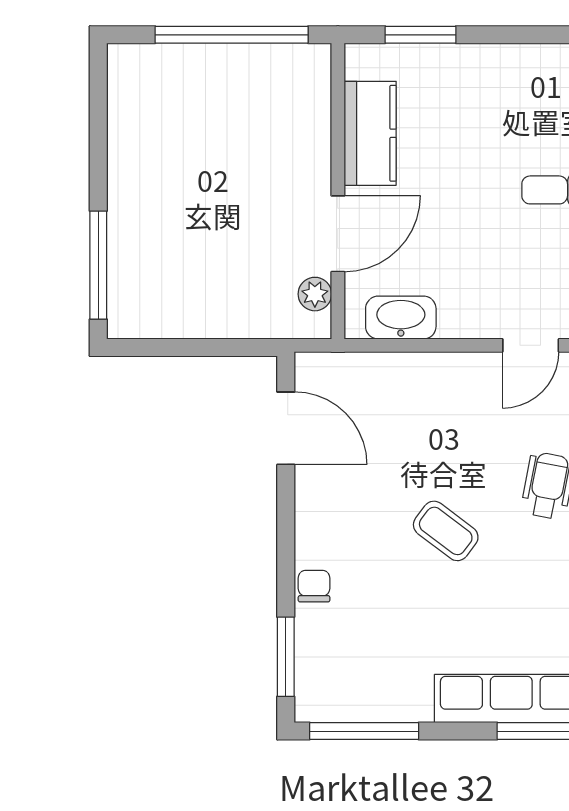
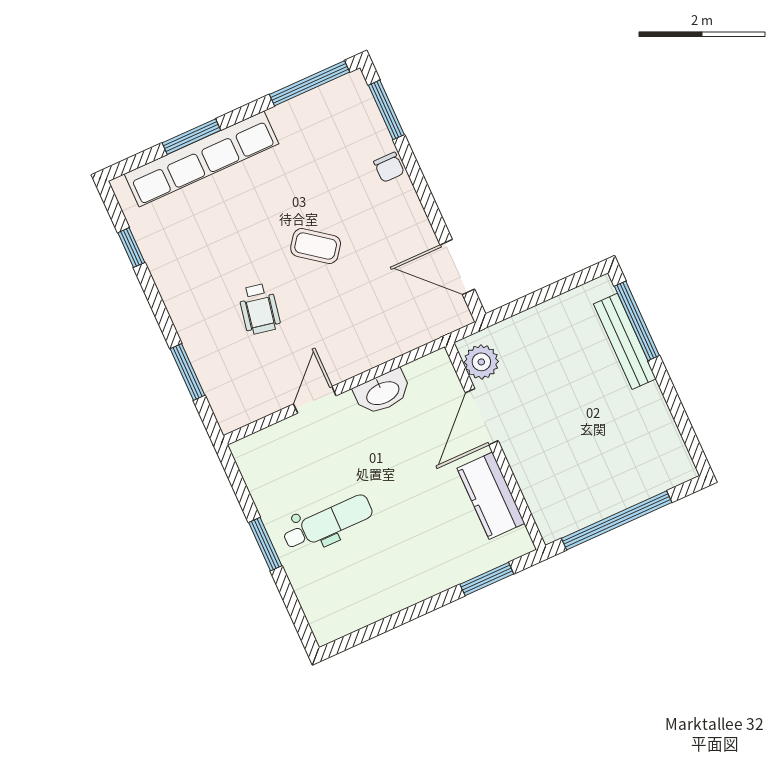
bench: (124, 247) -> (625, 341), added
plant: (315, 294) -> (481, 362), width x1.38, depth x1.38
washbasin: (401, 318) -> (382, 392), moved

